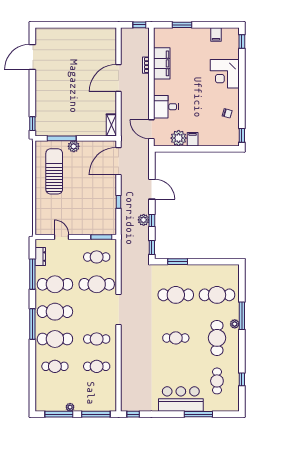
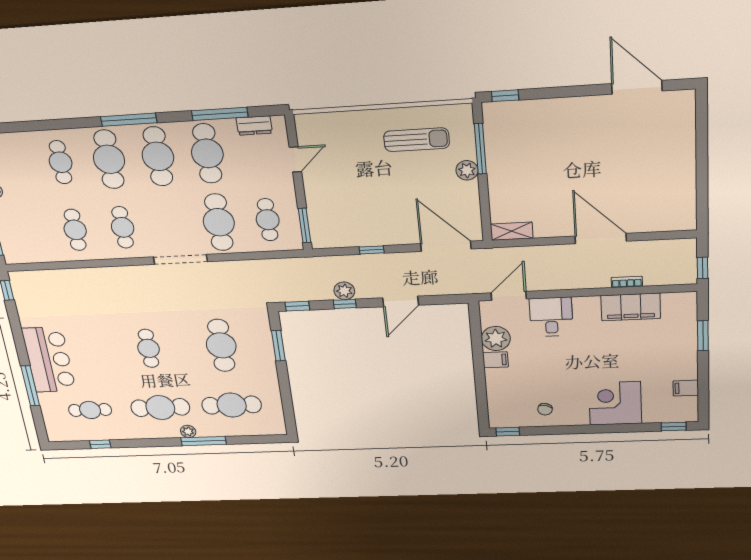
sun lounger: (54, 171) -> (417, 140), width x0.73, depth x0.75
cafe table: (217, 295) -> (232, 405), turned 90

